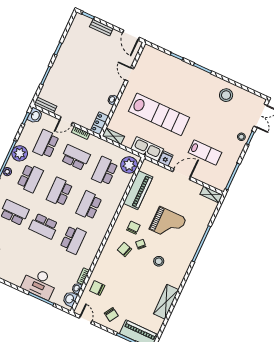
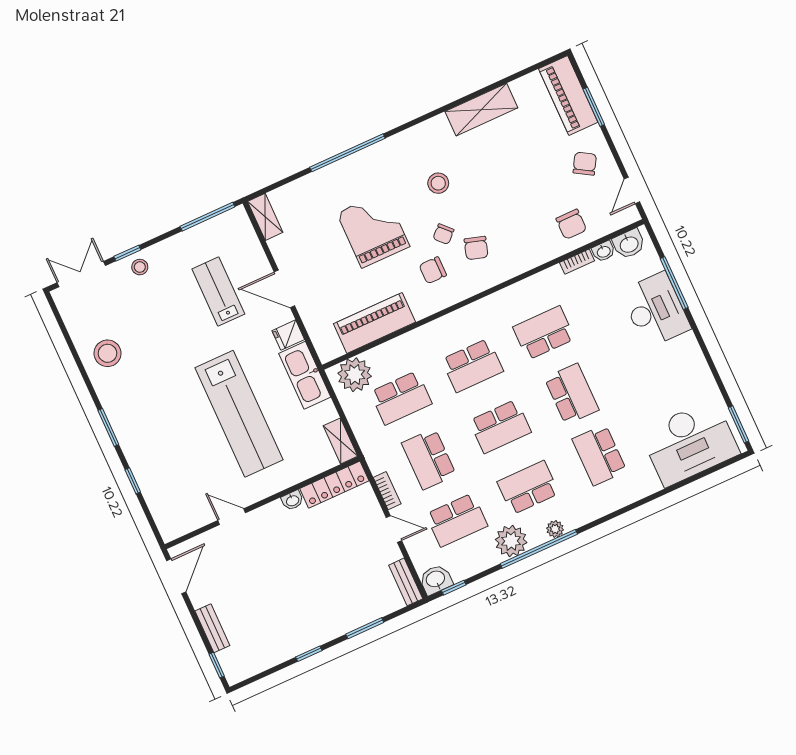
door: (129, 74) -> (232, 517), swing flipped
lab bench: (159, 114) -> (239, 414), turned 180
locker: (100, 123) -> (334, 485), width x1.53

